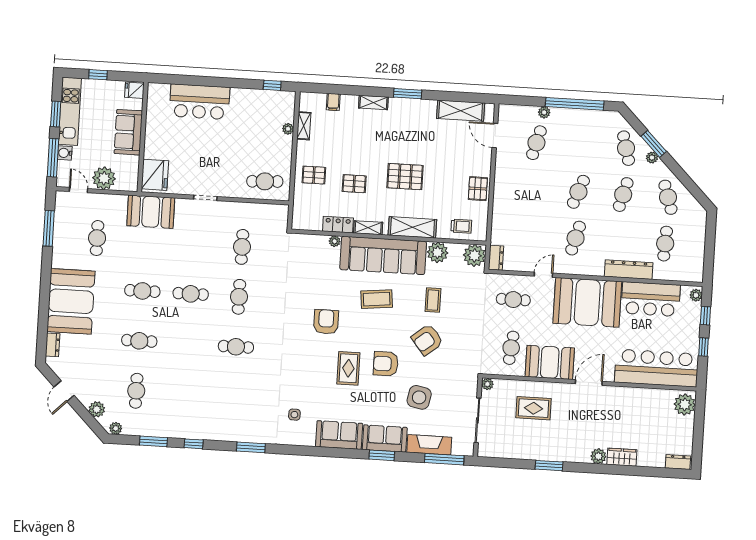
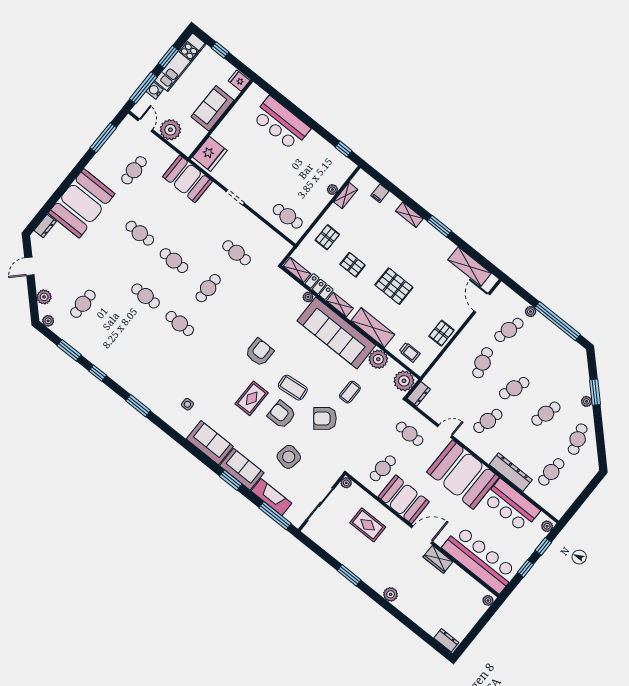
cafe table: (626, 148) -> (483, 363), moved
pallet: (314, 175) -> (327, 237), turned 90
shelving: (307, 224) -> (297, 270), added
cafe table: (242, 247) -> (237, 253), turned 90
coffee table: (377, 299) -> (293, 388), moved
cafe table: (139, 341) -> (146, 296), moved
plant: (685, 404) -> (488, 600), width x0.53, depth x0.53
wardrobe: (622, 457) -> (438, 559), moved, turned 180

